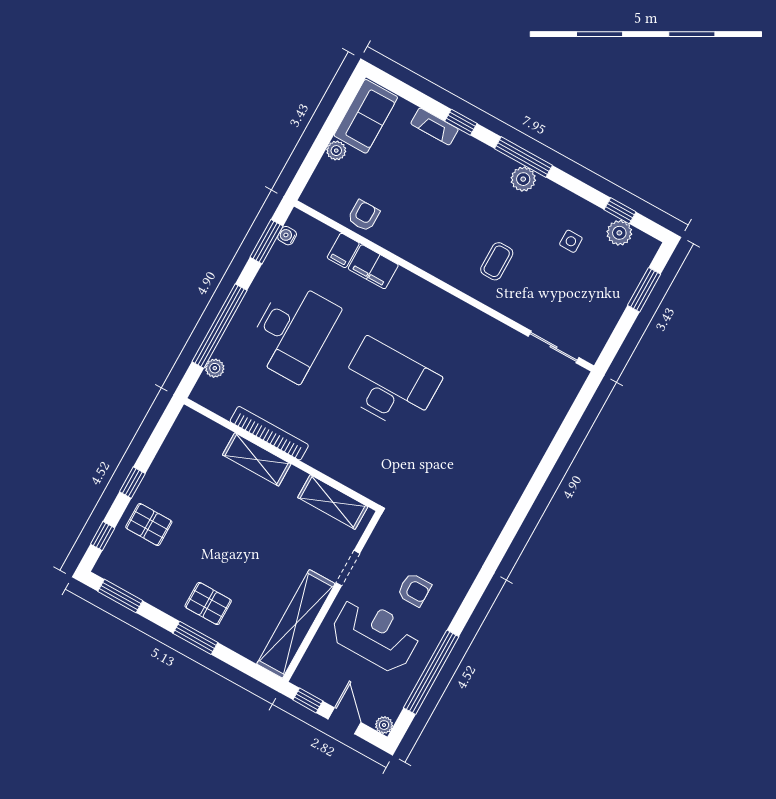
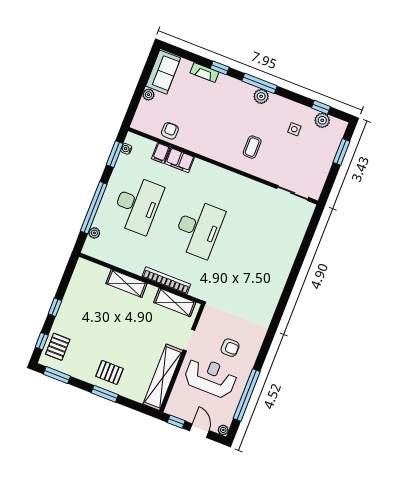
desk: (389, 385) -> (199, 229), turned 90
bookcase: (269, 433) -> (166, 280), moved
pallet: (149, 525) -> (58, 347), moved, turned 90

